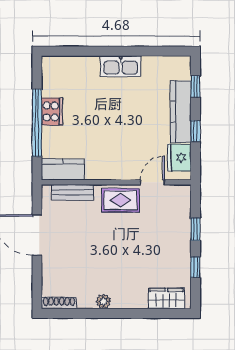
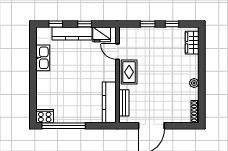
kitchen sink: (121, 66) -> (43, 58), moved
cooker: (52, 111) -> (45, 116), moved
window: (37, 123) -> (64, 126), moved
kitchen counter: (63, 169) -> (109, 102), width x1.50

